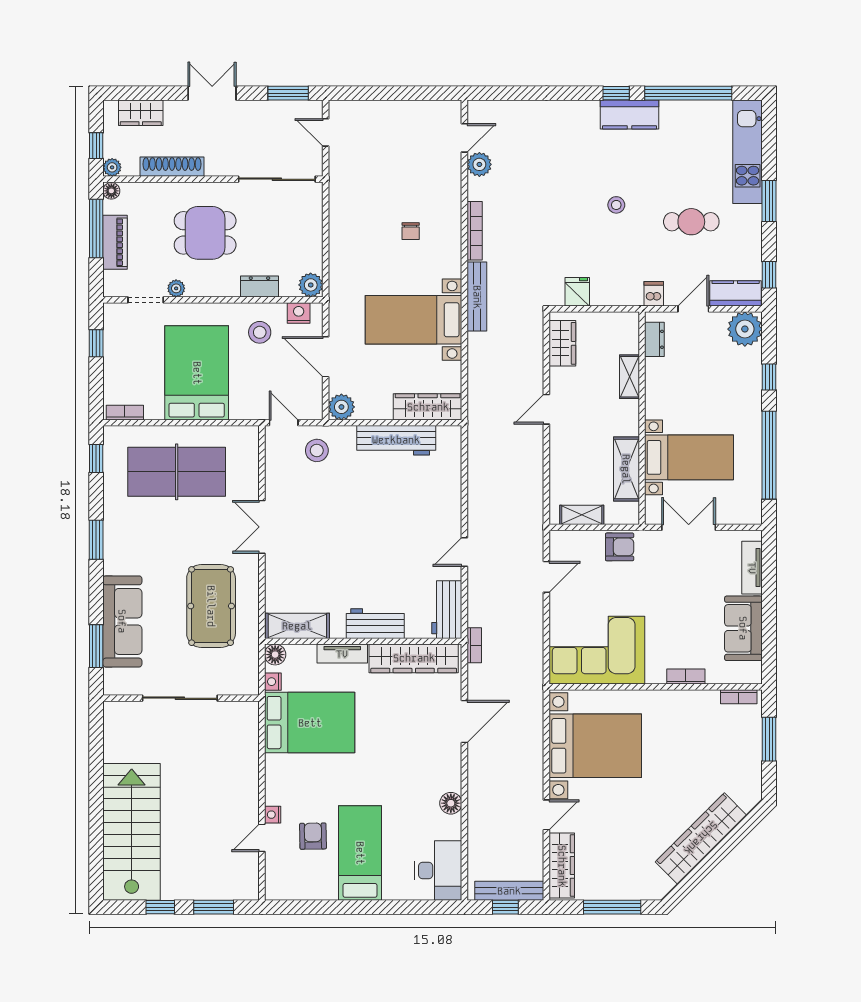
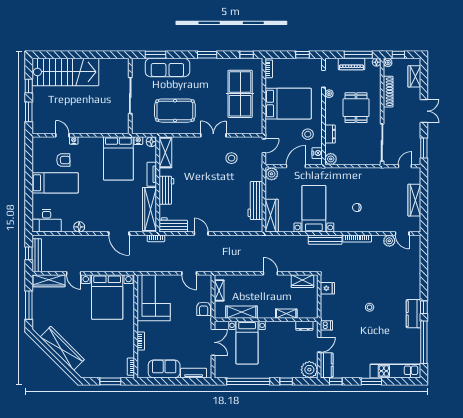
wardrobe: (396, 113) -> (414, 200), added
cafe table: (691, 222) -> (361, 344), removed
door: (693, 309) -> (319, 345), hinge flipped
stool: (317, 450) -> (232, 158), moved

